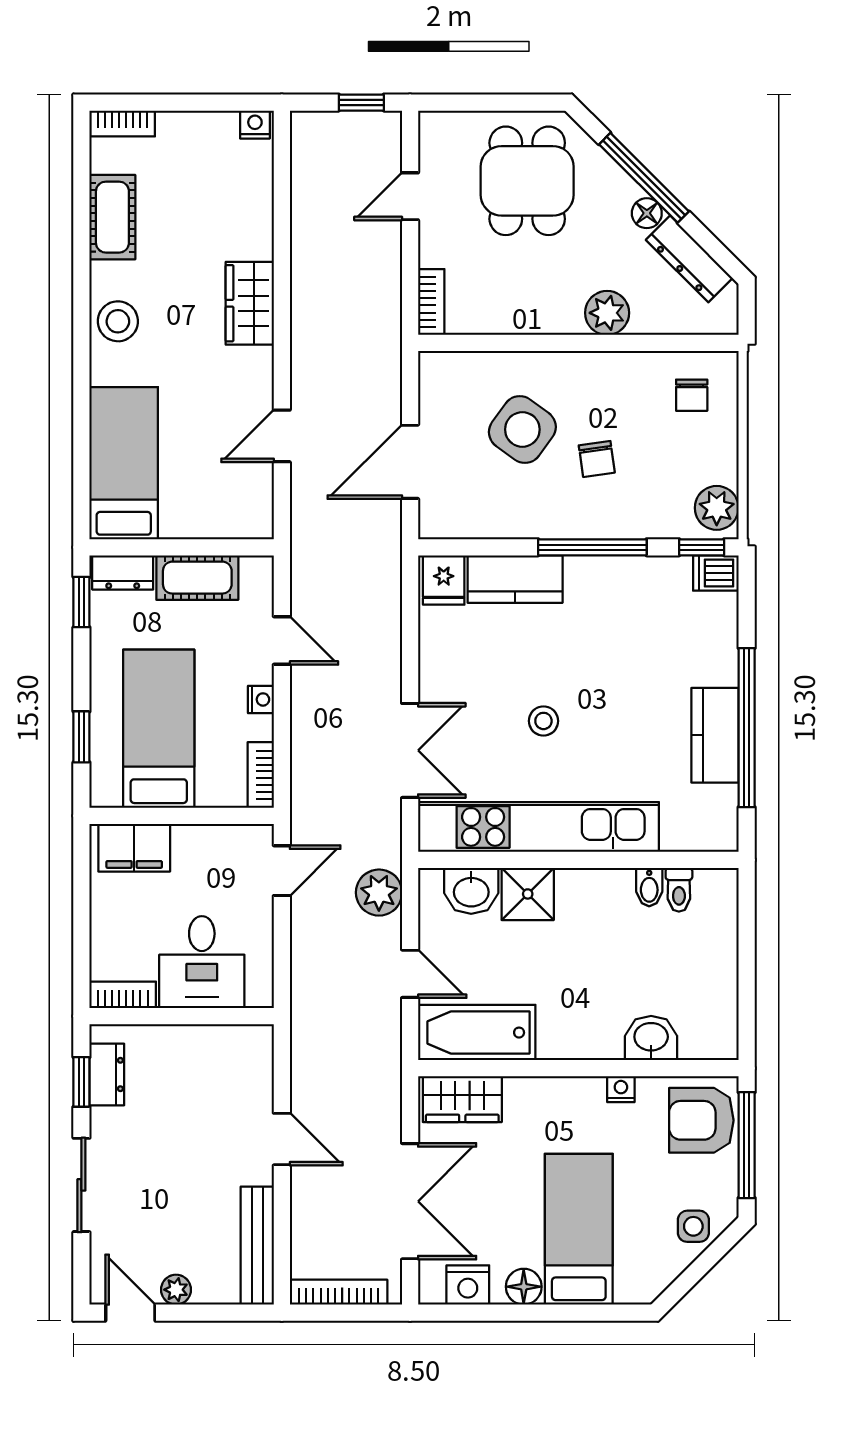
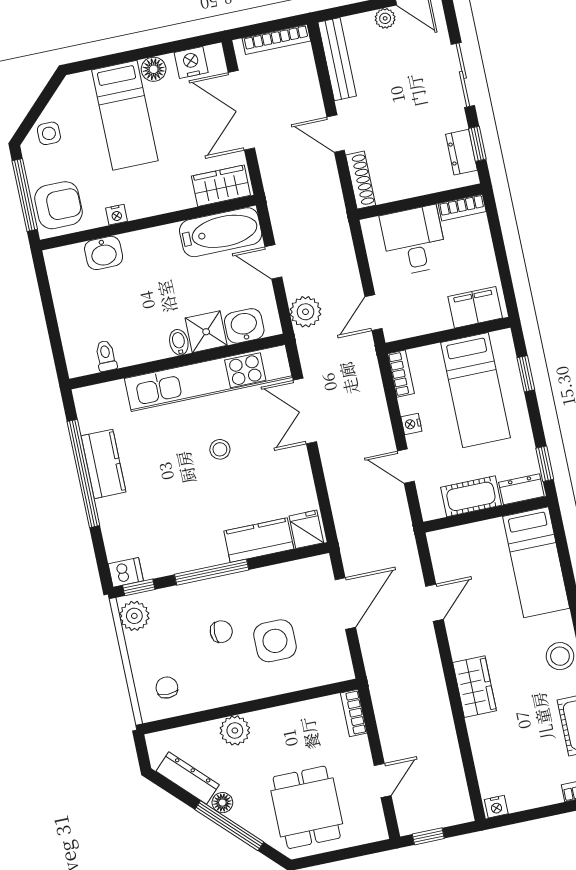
side table: (522, 429) -> (275, 641), turned -36
chair: (597, 459) -> (221, 632), turned 98
bidet: (649, 887) -> (179, 342), moved
shoe rack: (260, 1065) -> (361, 180), added

